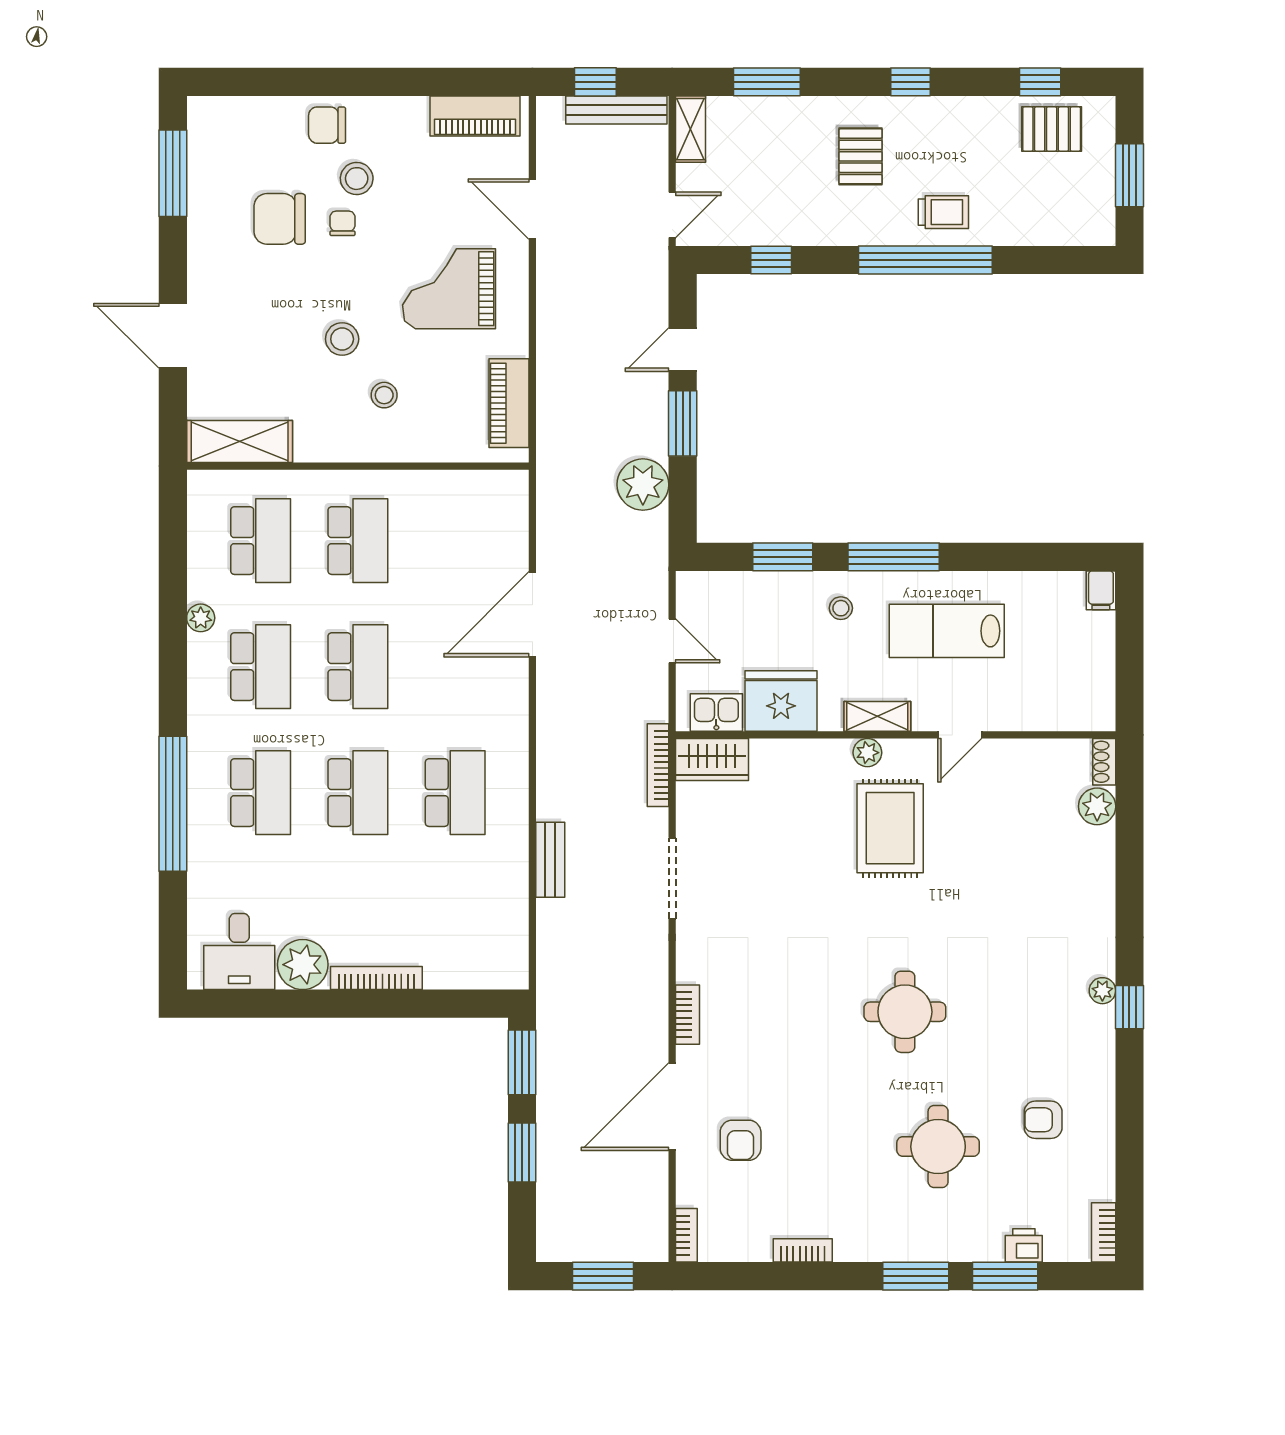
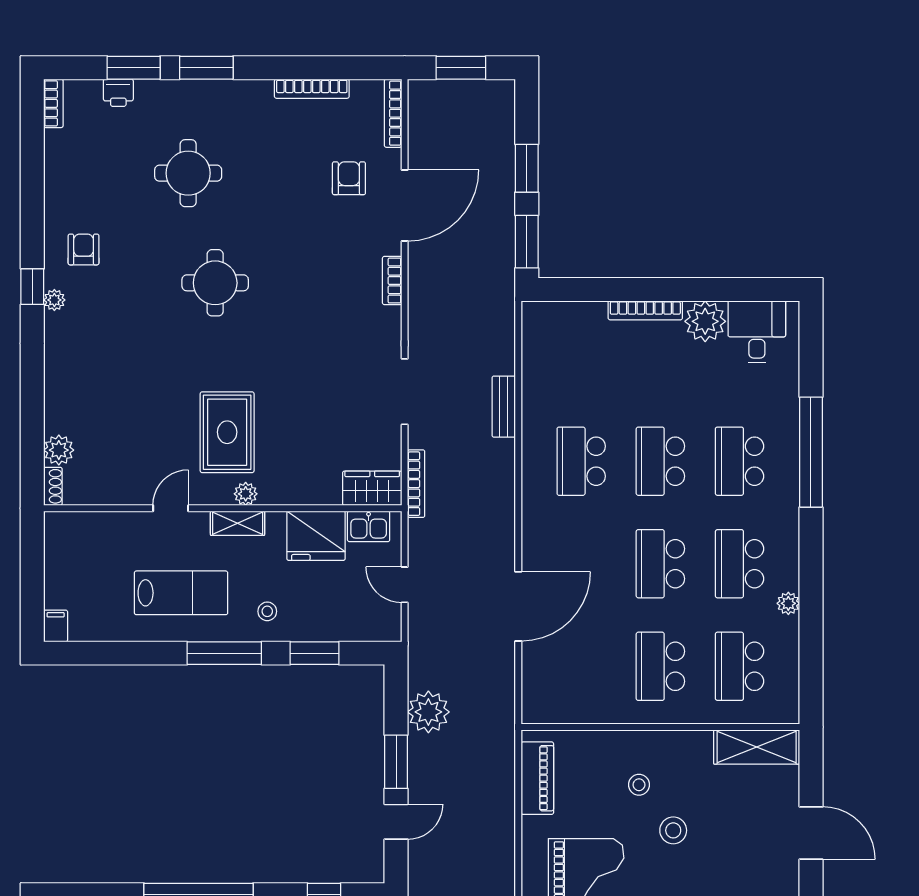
armchair: (1043, 1120) -> (84, 249), moved, turned -90
bookcase: (686, 1235) -> (393, 113), width x1.56
bookcase: (803, 1250) -> (312, 89), width x1.56

